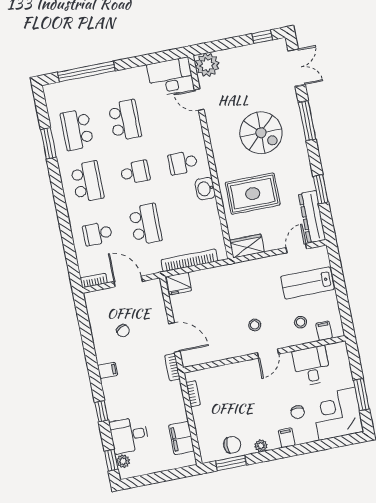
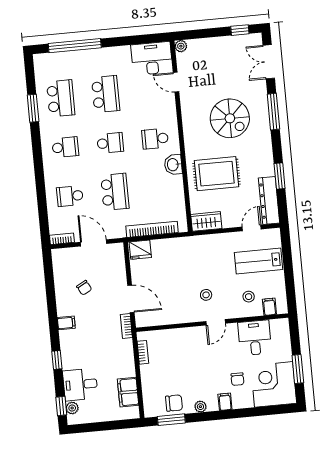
plant: (207, 65) -> (181, 46), width x0.53, depth x0.53
double door: (297, 68) -> (269, 62), swing flipped
school desk: (77, 130) -> (61, 98), turned 180
school desk: (87, 182) -> (65, 147), width x0.54

